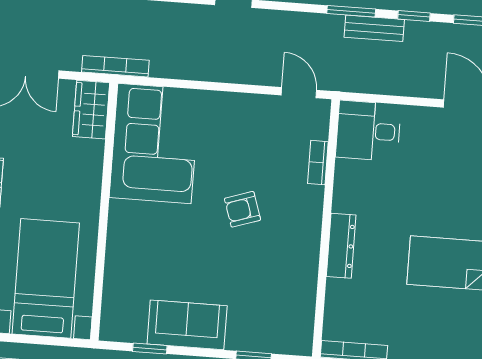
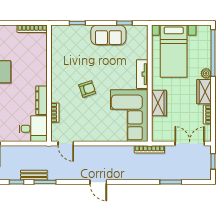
wardrobe: (91, 110) -> (159, 103), moved
tv unit: (119, 233) -> (142, 74), added
dresser: (341, 246) -> (42, 100), moved

